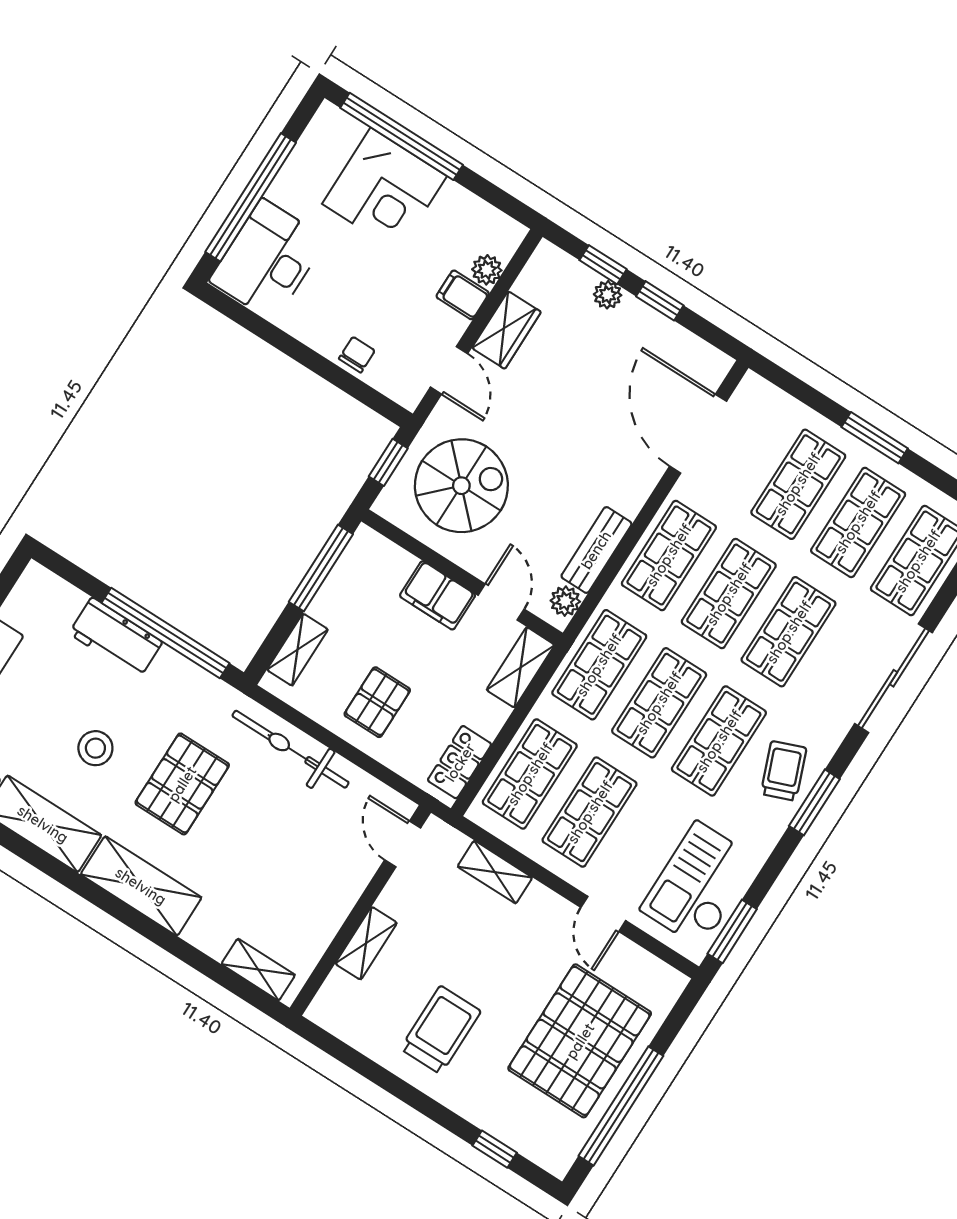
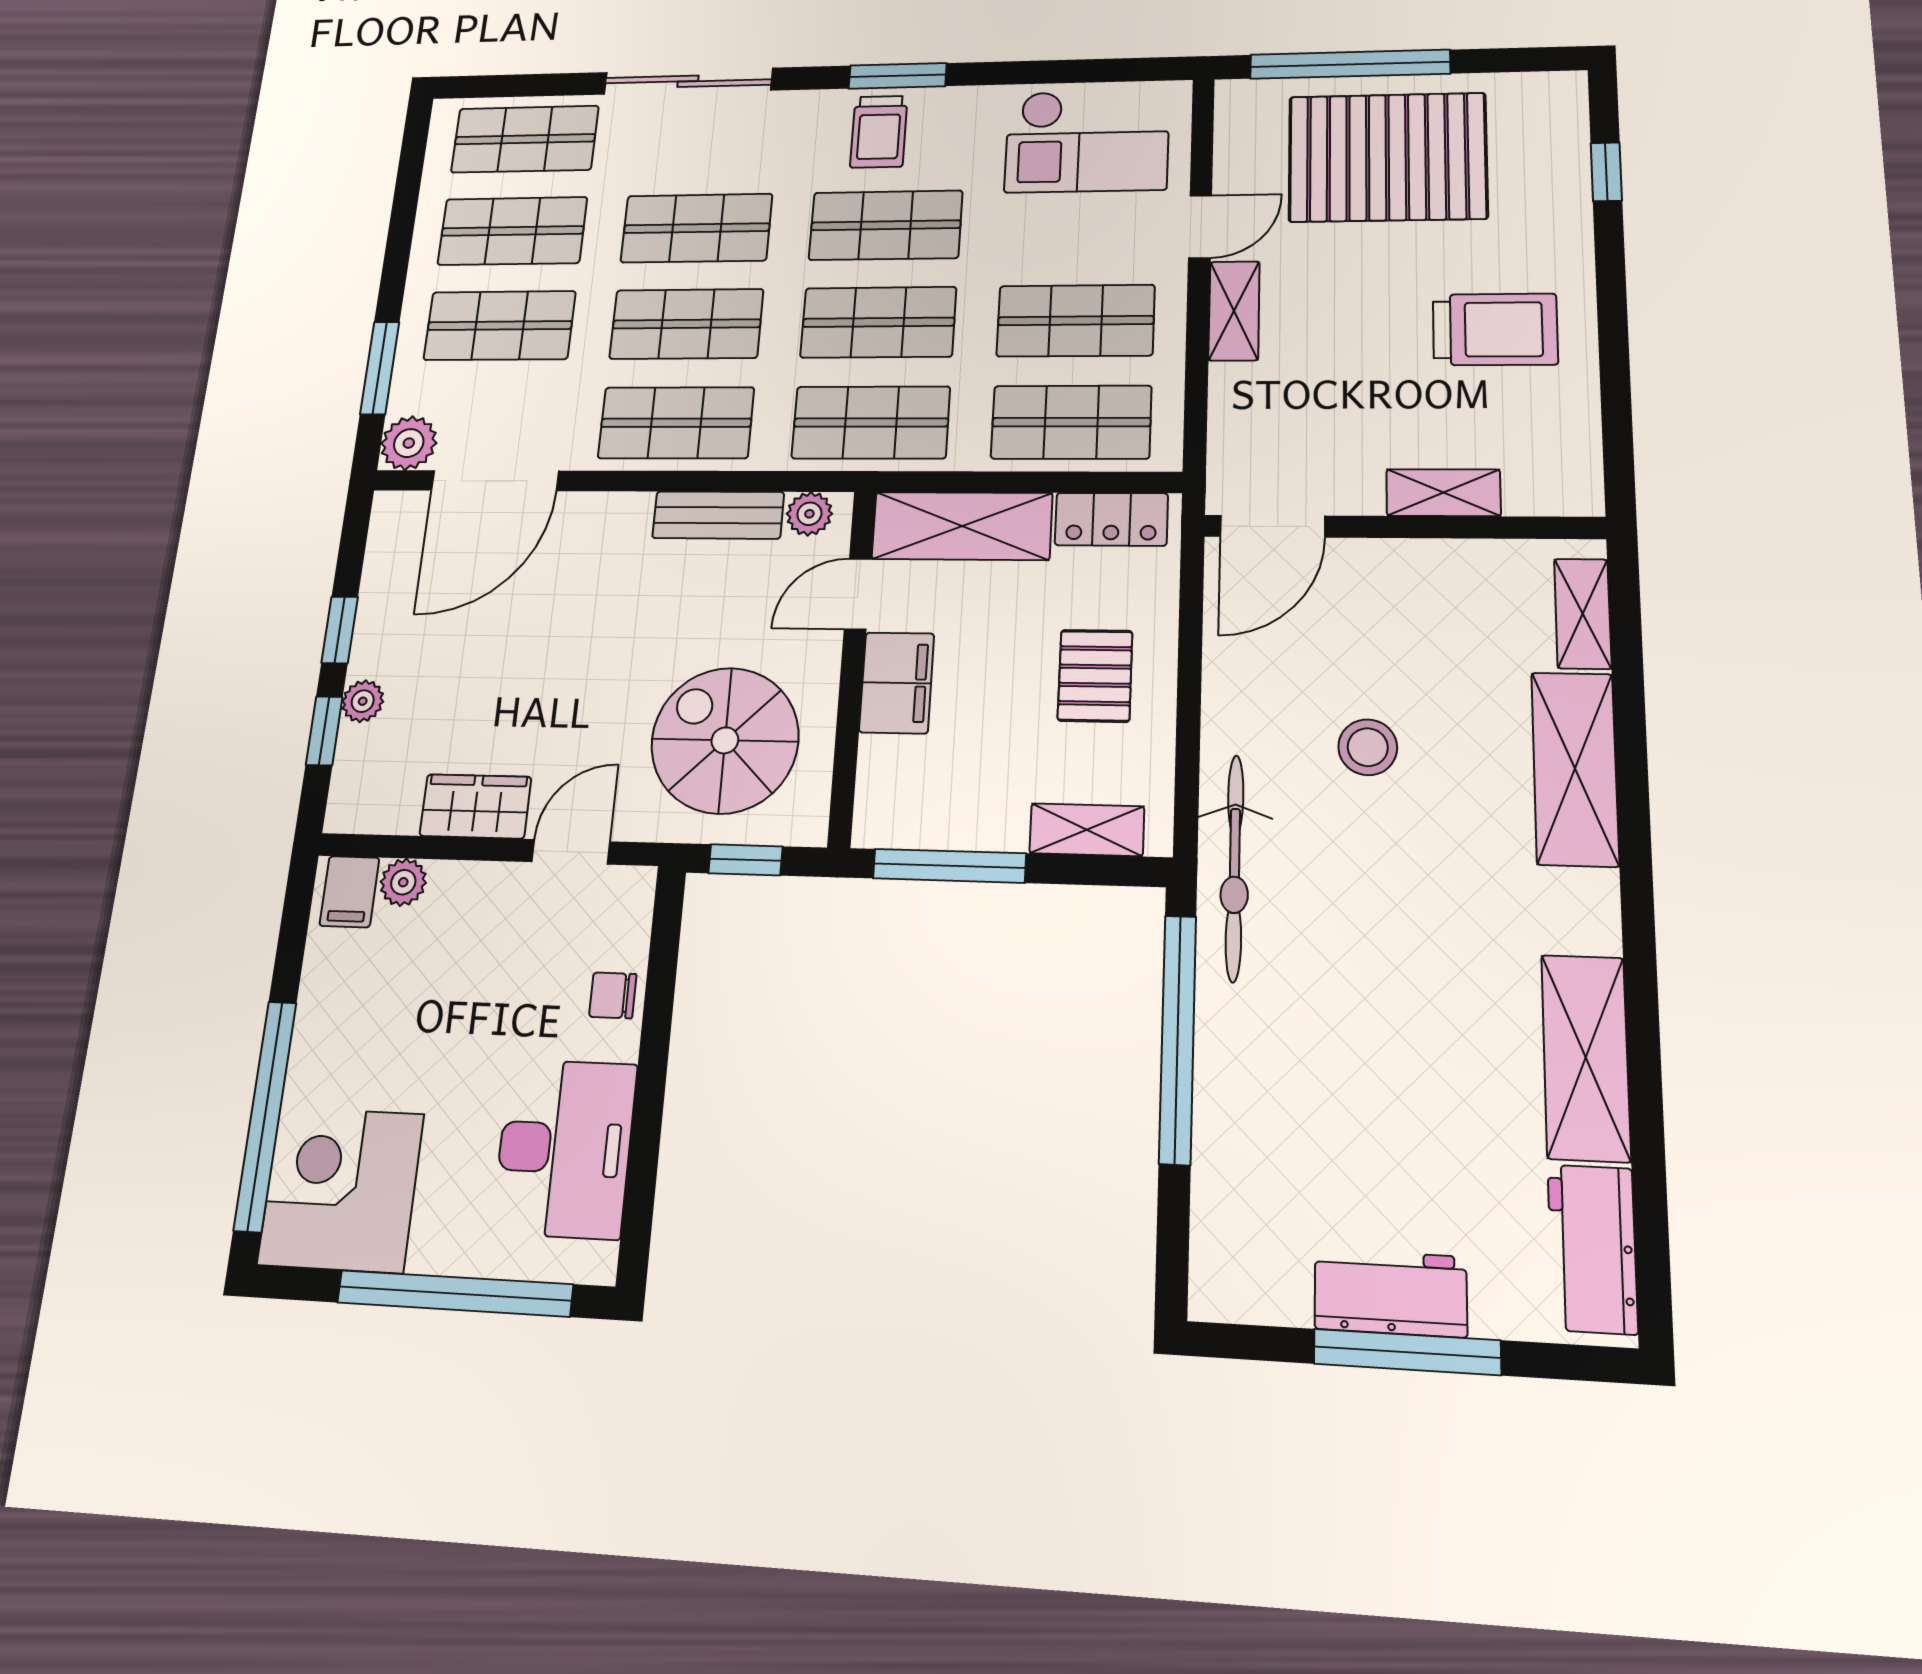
corner desk: (385, 190) -> (341, 1189), moved, turned -90
desk: (268, 260) -> (565, 1148), moved, turned -90
filing cabinet: (463, 295) -> (349, 892), moved
plant: (754, 395) -> (409, 443), added
window: (875, 438) -> (380, 368), moved
workbench: (116, 638) -> (1230, 1111), removed
shelving: (521, 667) -> (962, 526), width x1.50, depth x1.33
pallet: (377, 702) -> (1095, 676), turned 90
stool: (95, 748) -> (1368, 747), moved
bicycle: (291, 749) -> (1235, 867), moved
trolley: (784, 771) -> (879, 132), turned -69
pallet: (182, 784) -> (1386, 880), removed
door: (403, 844) -> (1272, 526), width x1.38
shelving: (495, 872) -> (1234, 311), moved
shelving: (141, 886) -> (1575, 768), moved
window: (732, 931) -> (1122, 70), removed
trolley: (441, 1030) -> (1495, 329), turned 180
window: (621, 1106) -> (1350, 64), moved

